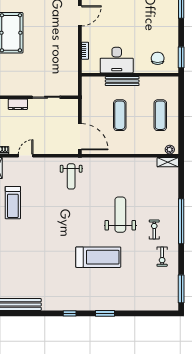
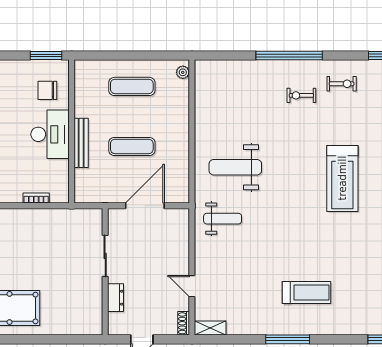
desk: (117, 60) -> (50, 134), moved
door: (80, 137) -> (145, 206), moved
shelving: (168, 162) -> (201, 75), removed
treadmill: (13, 203) -> (307, 292), moved
weight bench: (120, 215) -> (235, 167), moved
treadmill: (98, 257) -> (342, 178), turned 180

